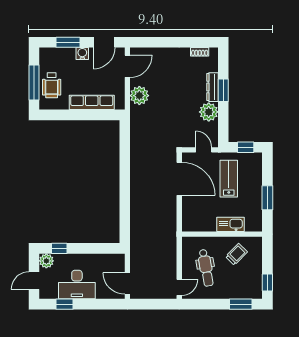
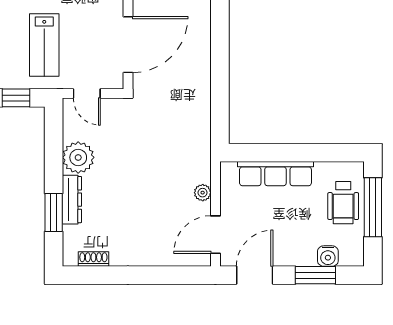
water cooler: (82, 54) -> (328, 256), moved
wheelchair: (52, 85) -> (343, 203), turned 180
window: (223, 90) -> (54, 212), moved
plant: (139, 96) -> (203, 193), width x0.53, depth x0.53
door: (179, 179) -> (128, 45), swing flipped

